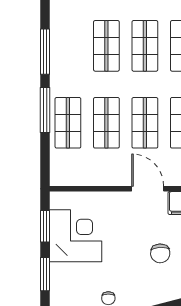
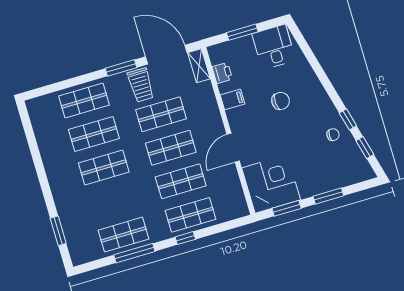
shop shelf: (106, 46) -> (123, 235), moved
window: (45, 110) -> (185, 238), width x0.46
door: (148, 189) -> (233, 148), moved
corner desk: (76, 236) -> (271, 184), moved, turned 90

